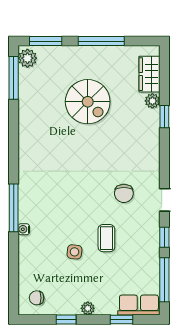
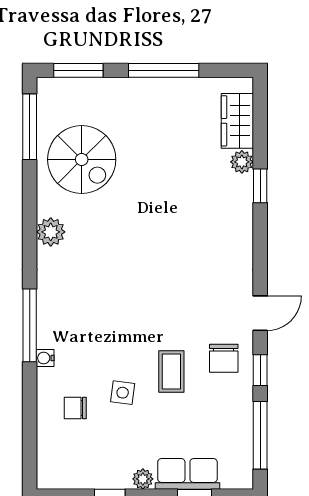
plant: (27, 58) -> (51, 232), moved
spiral stairs: (88, 102) -> (82, 159), moved
chair: (124, 193) -> (224, 358), moved
chair: (37, 298) -> (75, 408), moved
row of seats: (139, 305) -> (187, 474), moved

